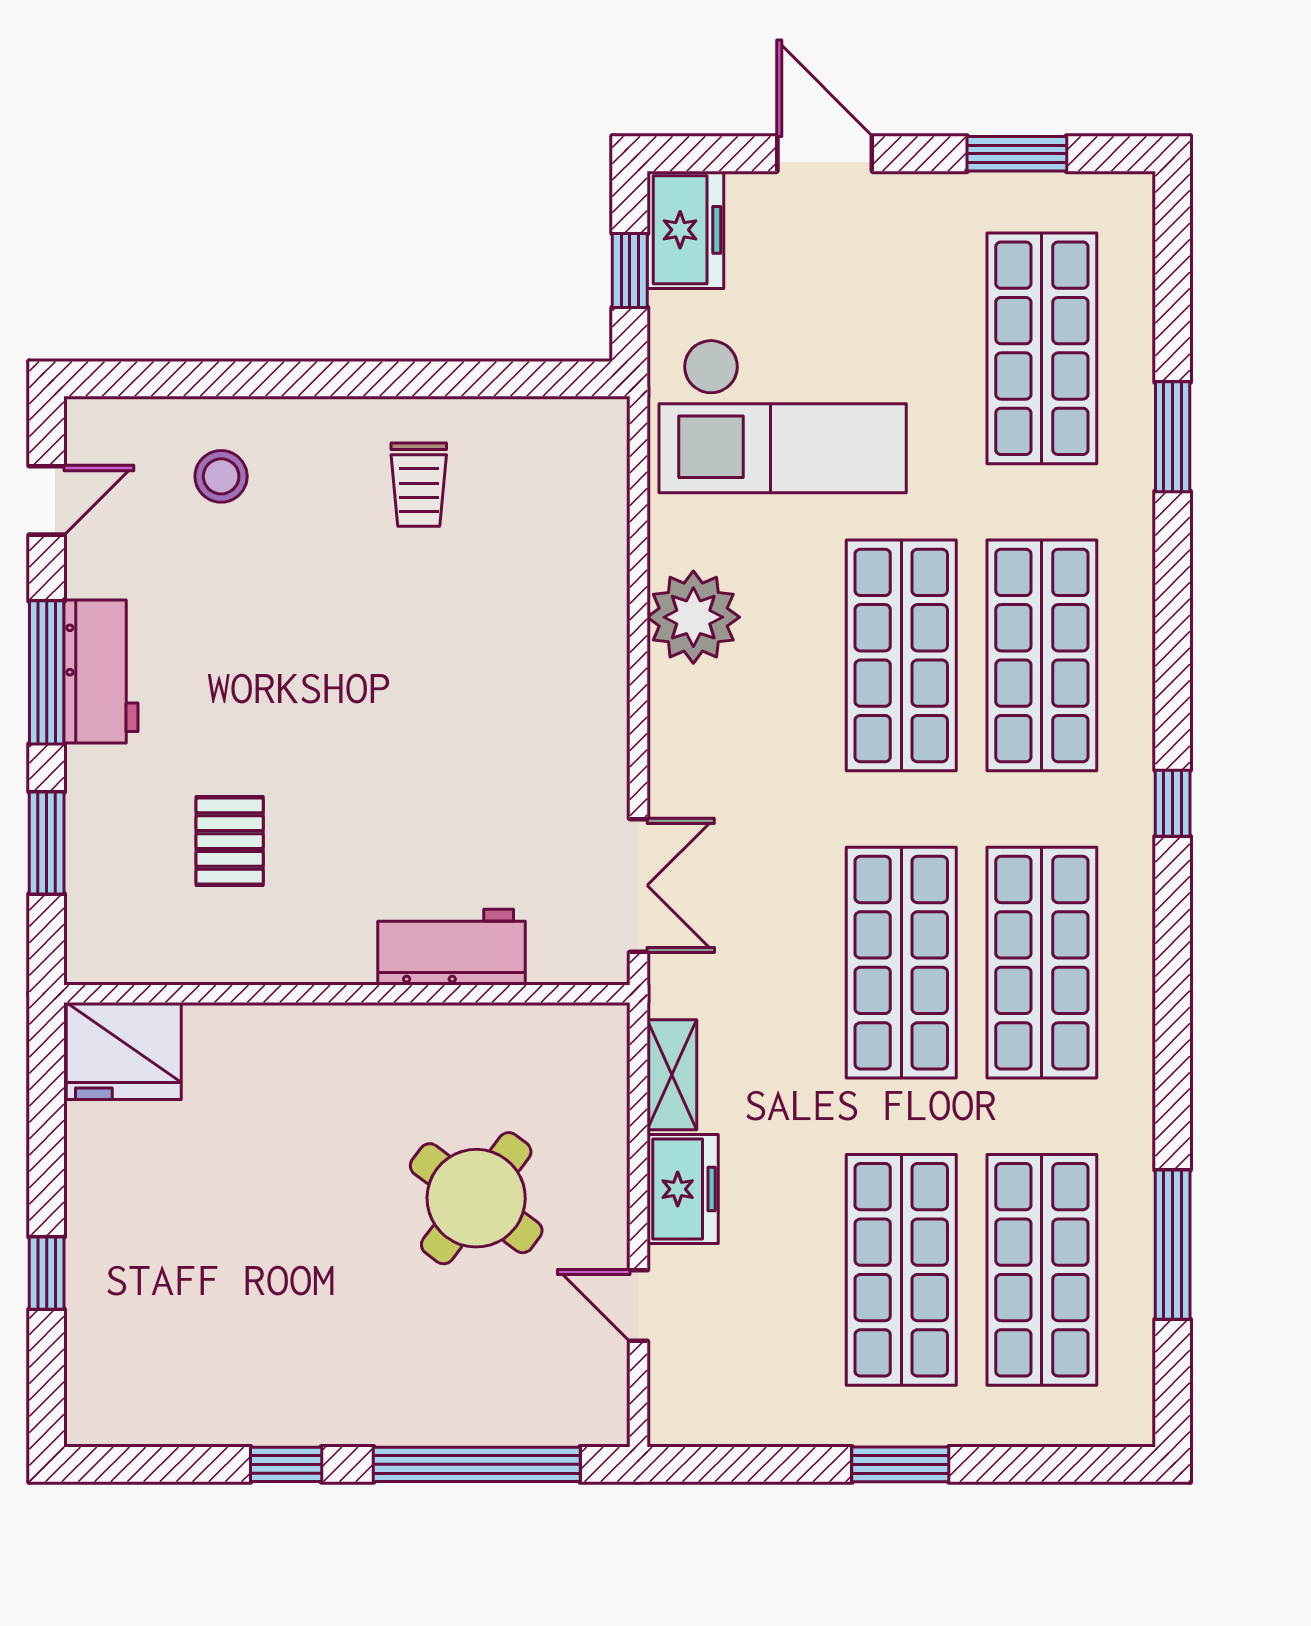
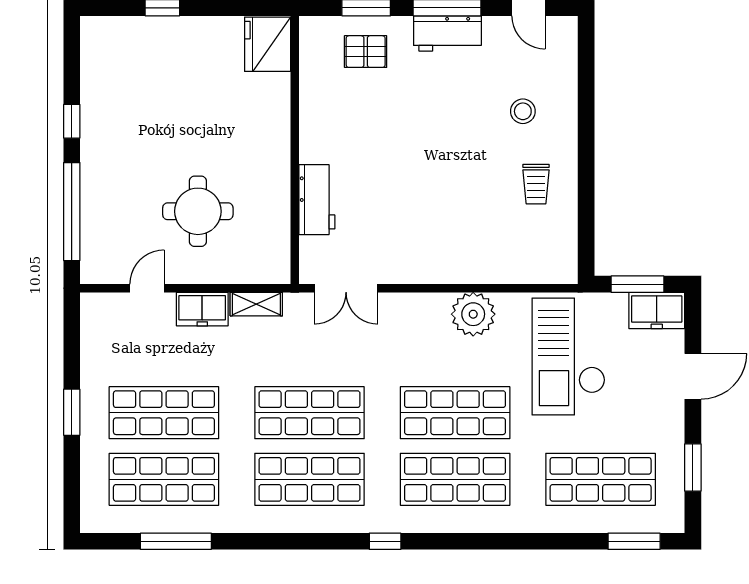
window: (630, 270) -> (637, 284), width x1.50
window: (1173, 437) -> (634, 541), moved
stool: (221, 476) -> (523, 111), moved
trolley: (419, 485) -> (536, 184), turned -90
pallet: (230, 841) -> (366, 52), moved
round table: (476, 1198) -> (198, 211), turned -37

